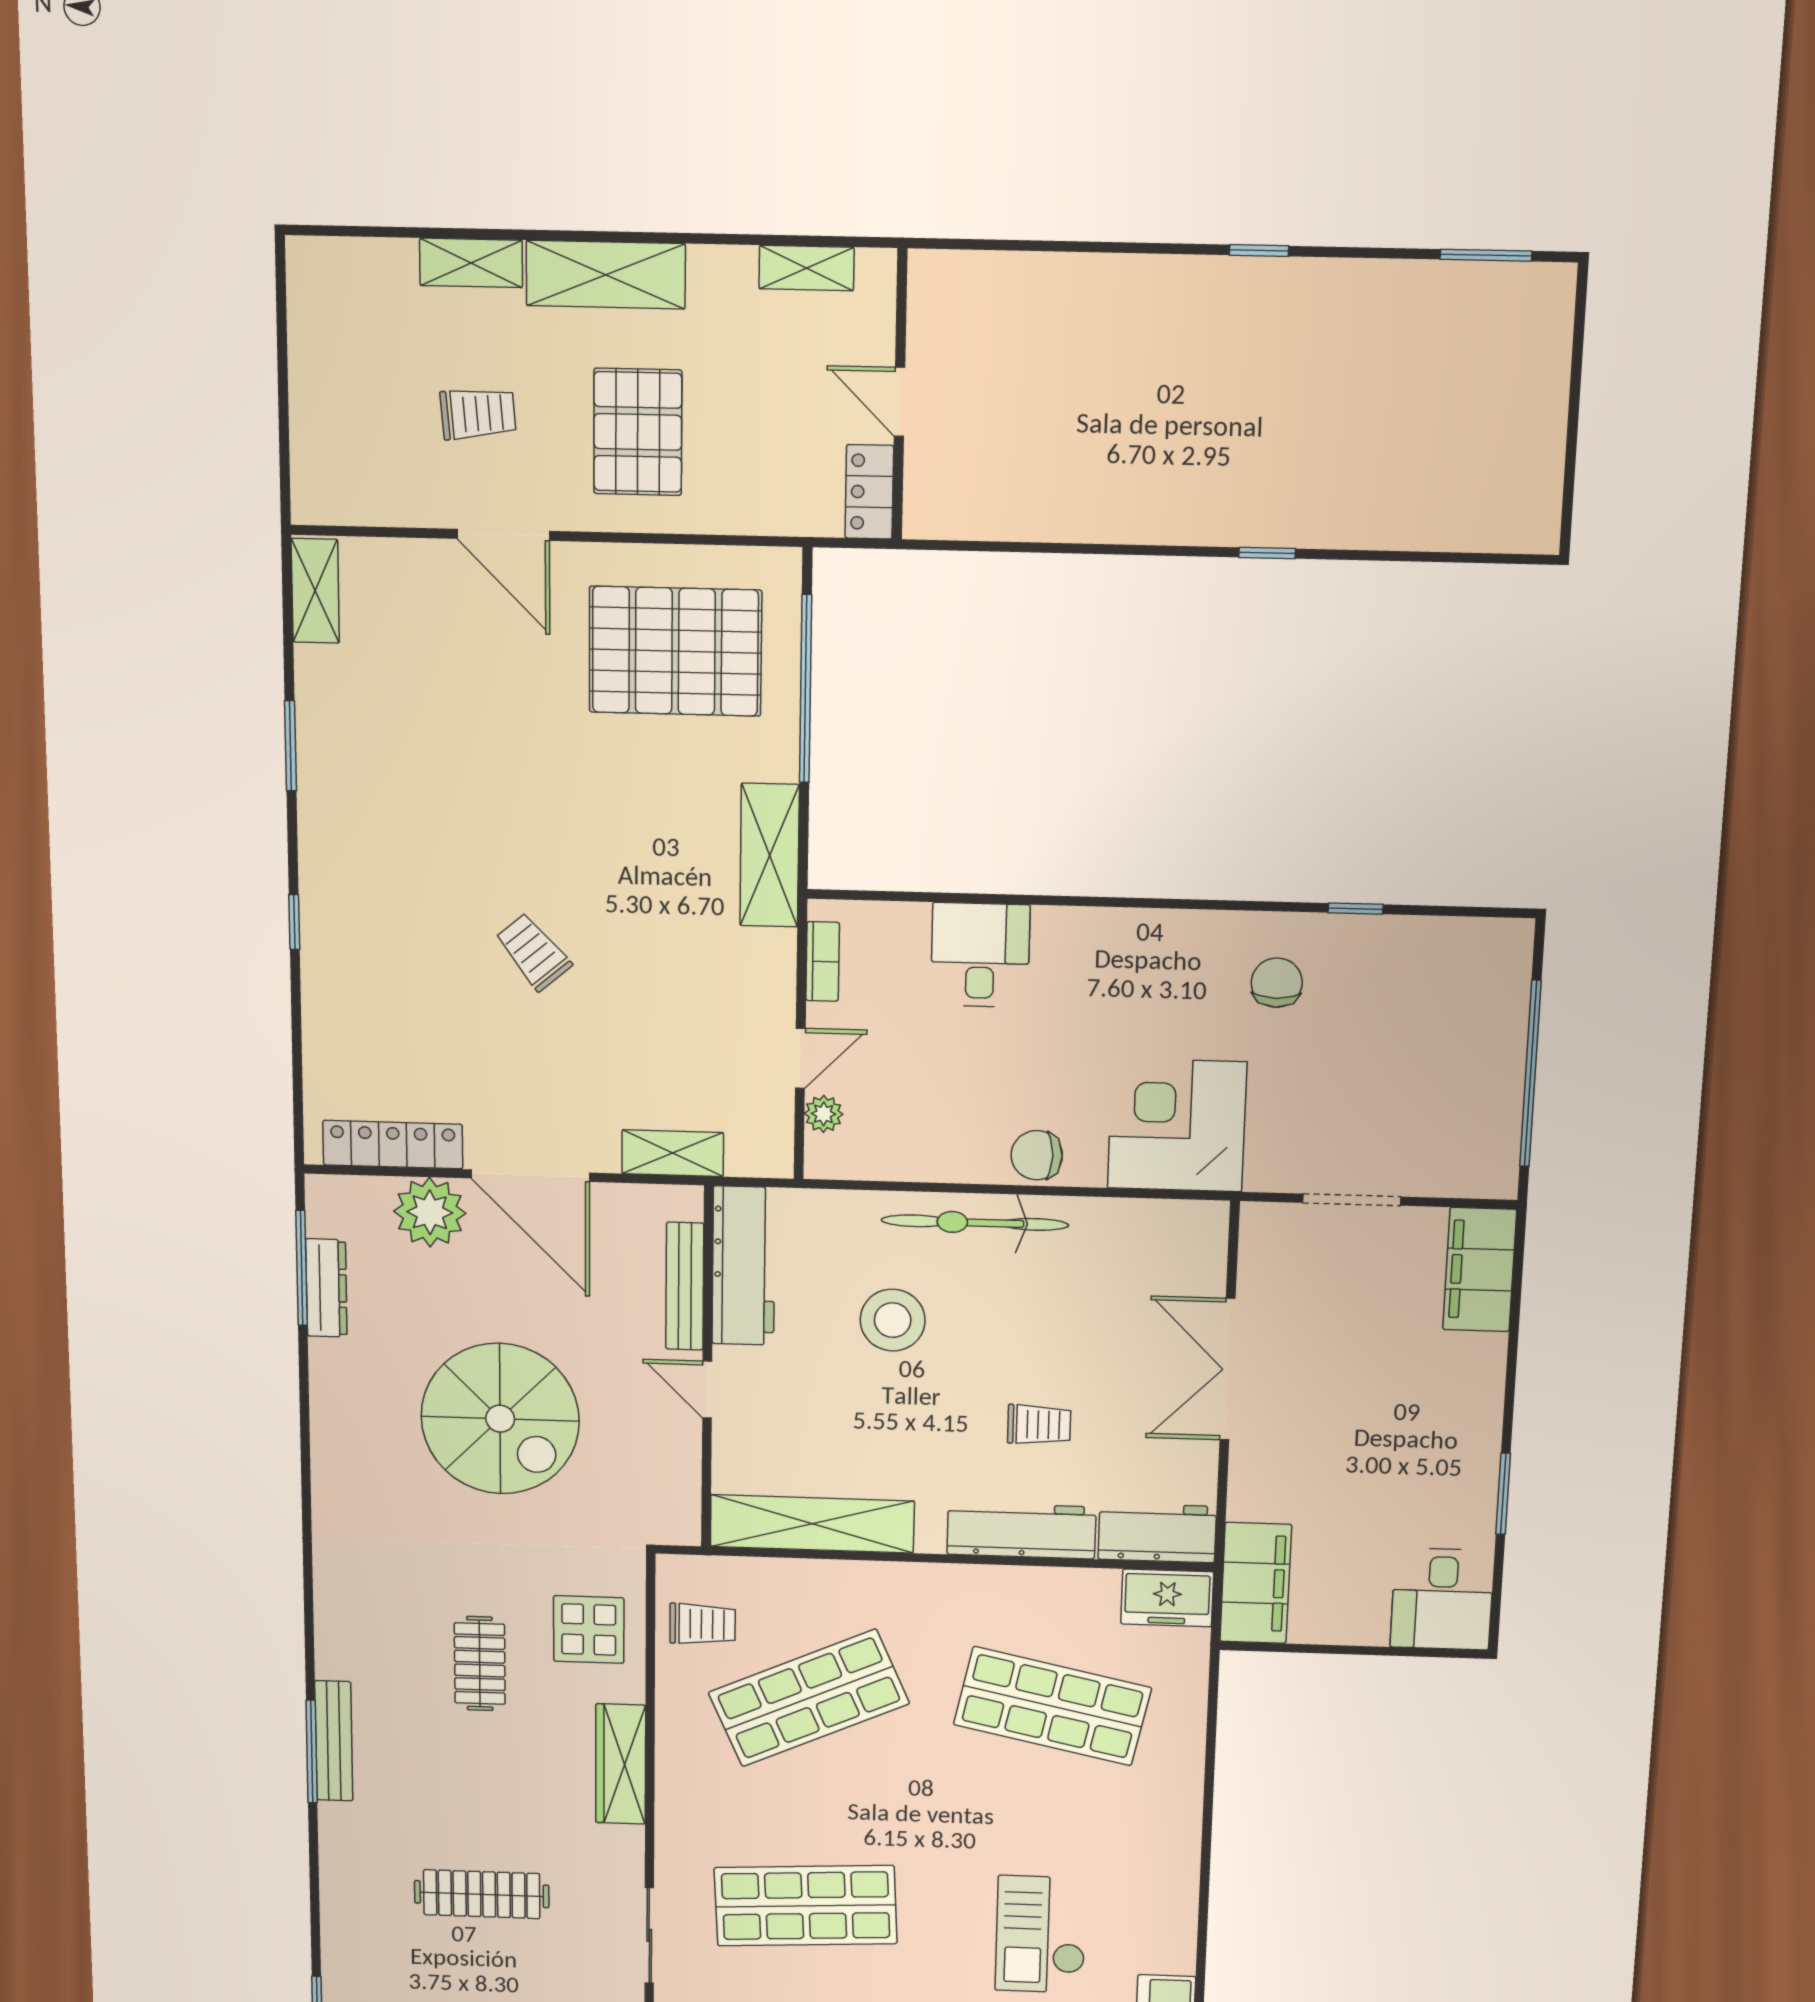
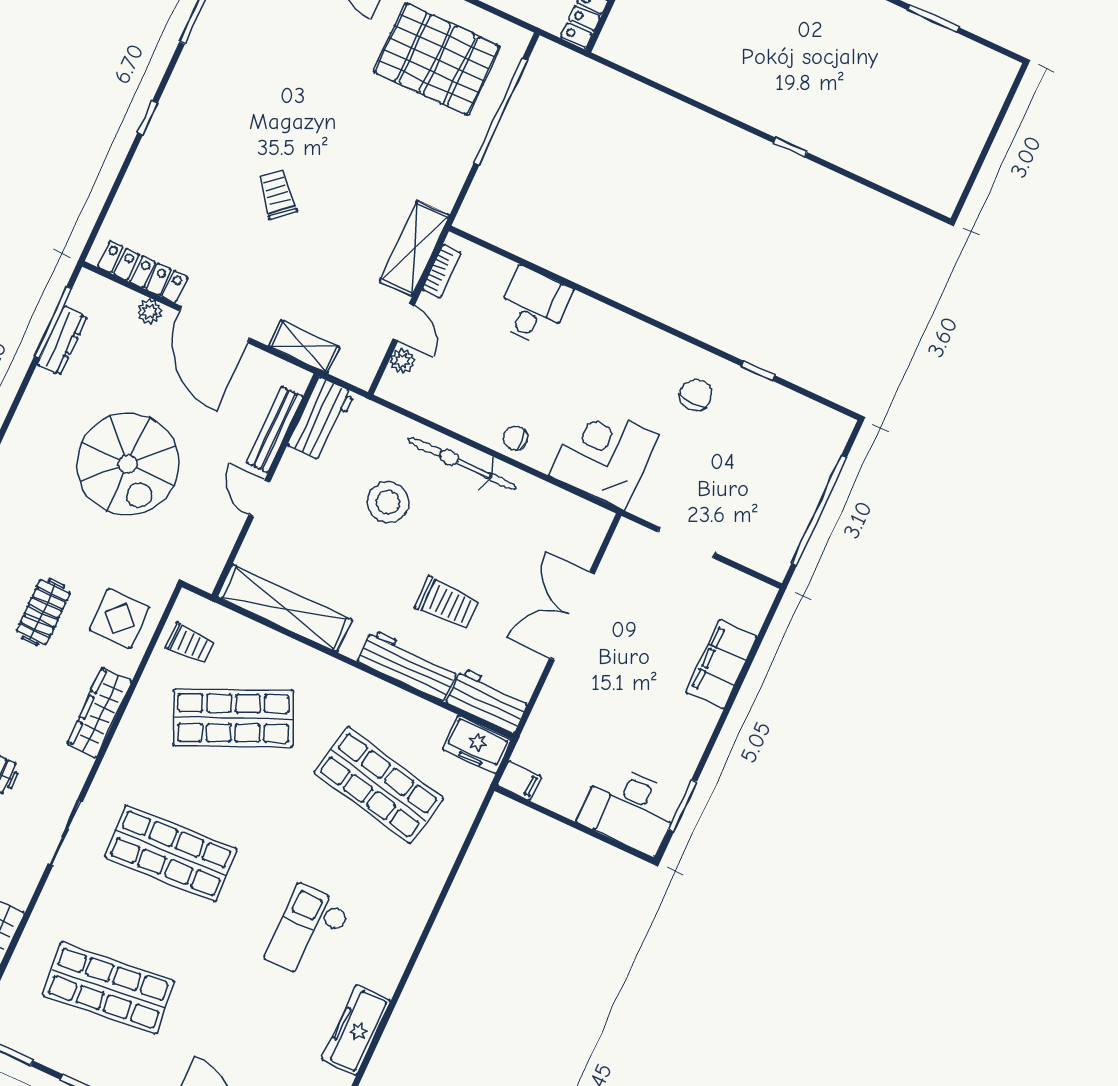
window: (1486, 255) -> (933, 19), moved
shelving: (769, 855) -> (415, 248), moved
door: (800, 1058) -> (404, 322), hinge flipped
chair: (1037, 1155) -> (515, 438), width x0.73, depth x0.73
plant: (430, 1212) -> (150, 311), width x0.53, depth x0.53
workbench: (744, 1266) -> (321, 419), width x0.73
filing cabinet: (1480, 1270) -> (722, 664), moved
trolley: (1039, 1425) -> (447, 603), width x1.36, depth x1.39
window: (1503, 1494) -> (683, 806), moved
filing cabinet: (1256, 1583) -> (519, 781), width x0.33, depth x0.86
desk: (1442, 1599) -> (630, 809), width x1.37

